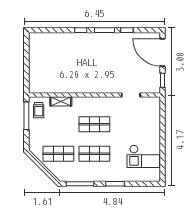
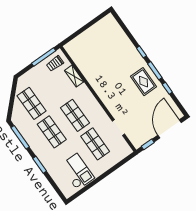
rug: (107, 46) -> (144, 82), added
shop shelf: (131, 124) -> (95, 144), added
checkout: (143, 156) -> (77, 172), turned 180

